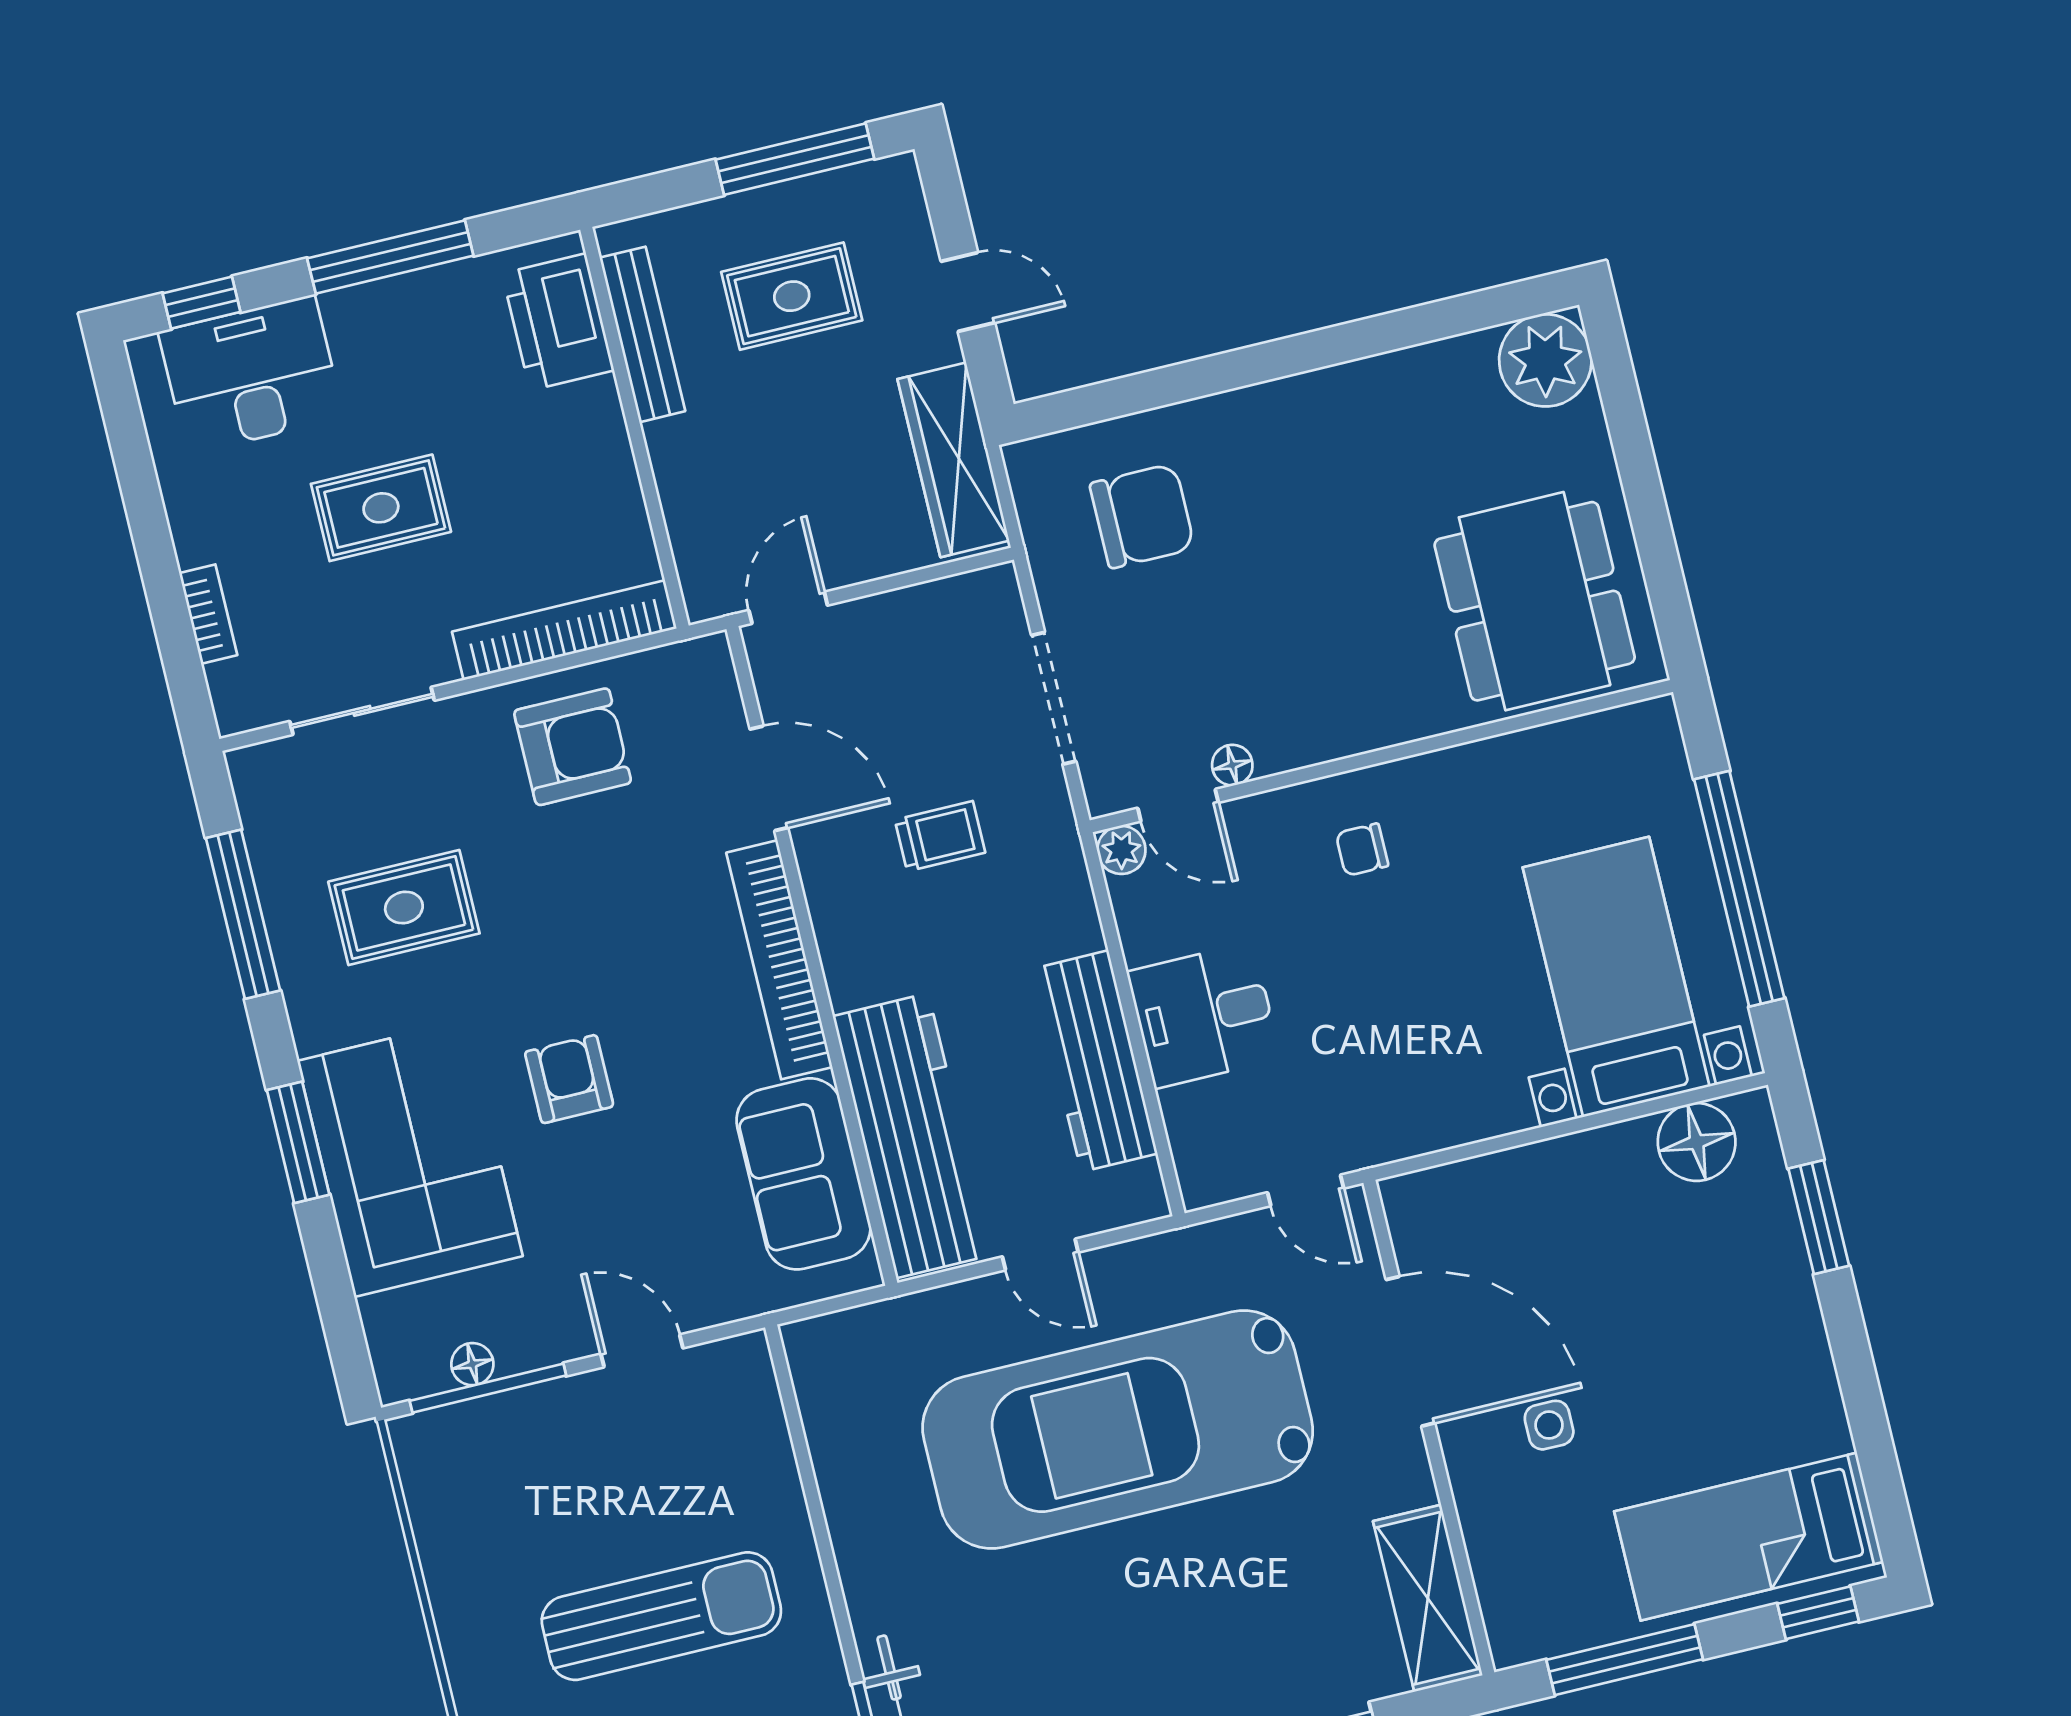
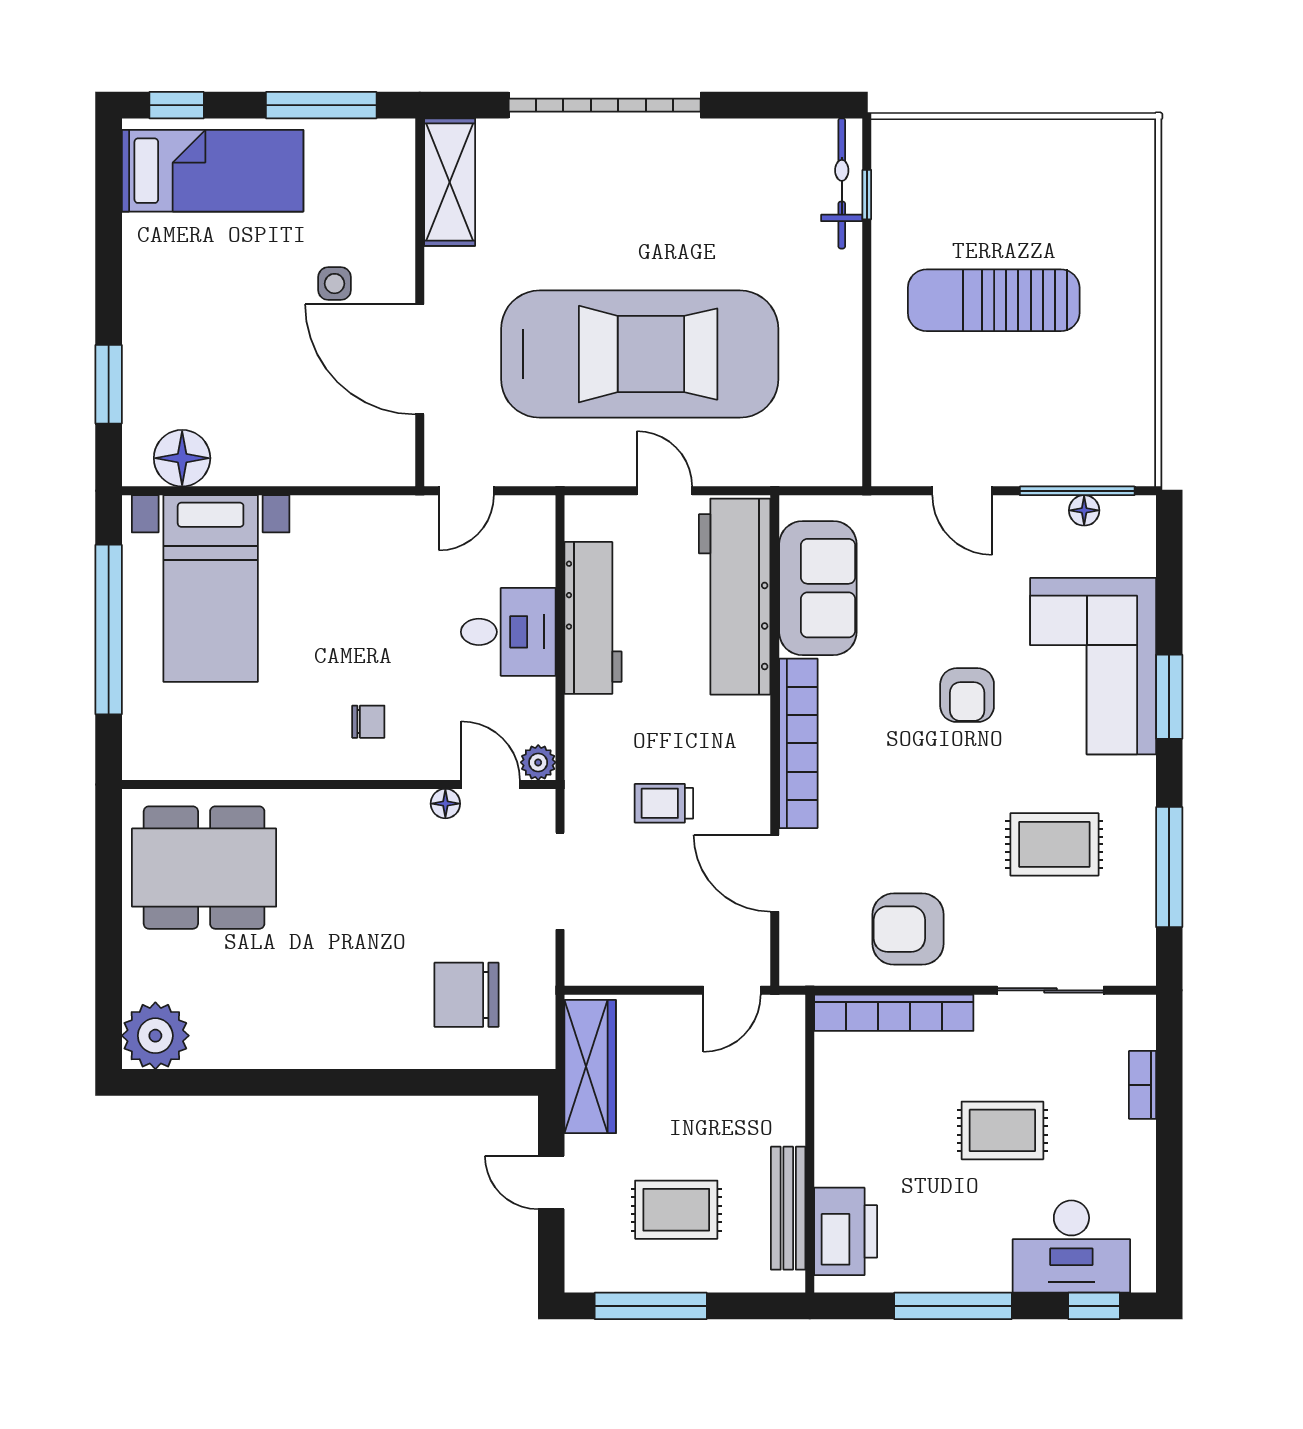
dining table: (1535, 601) -> (204, 868), turned 90
door: (1306, 1190) -> (466, 491), swing flipped

